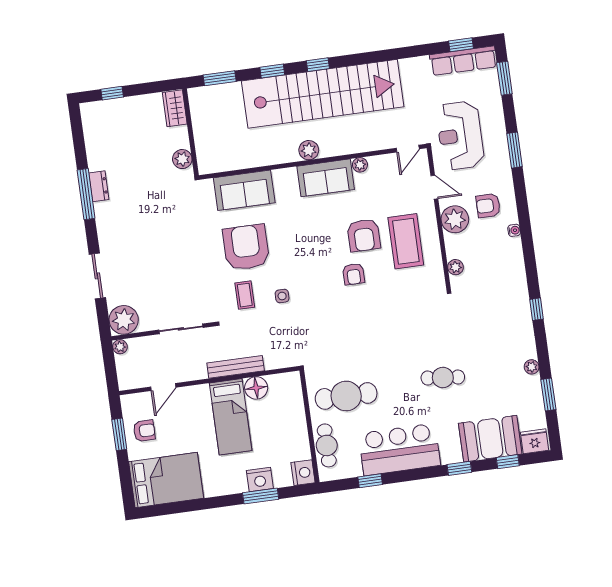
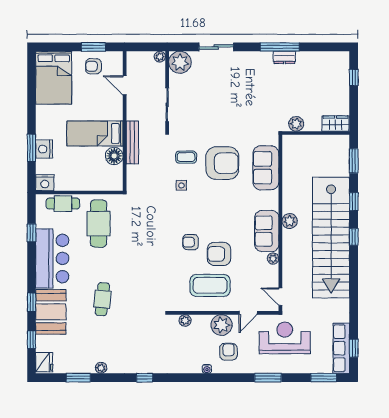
armchair: (144, 431) -> (93, 66), turned 90
booth: (490, 439) -> (51, 312), moved

